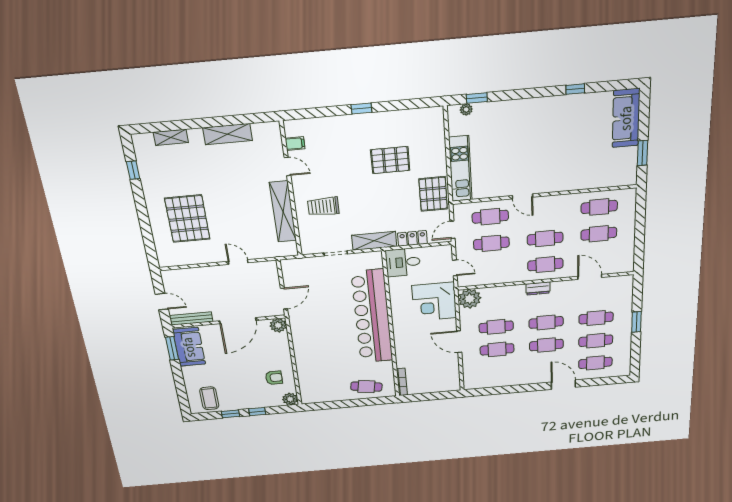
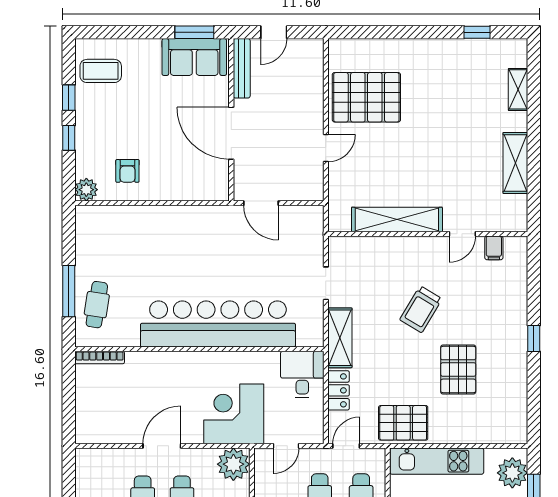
plant: (466, 109) -> (512, 473), width x1.88, depth x1.88
trolley: (323, 206) -> (421, 309), moved, turned -149
pallet: (187, 219) -> (366, 97), moved
door: (452, 230) -> (346, 446), hinge flipped
plant: (278, 325) -> (217, 189), removed
window: (359, 403) -> (69, 291), added

